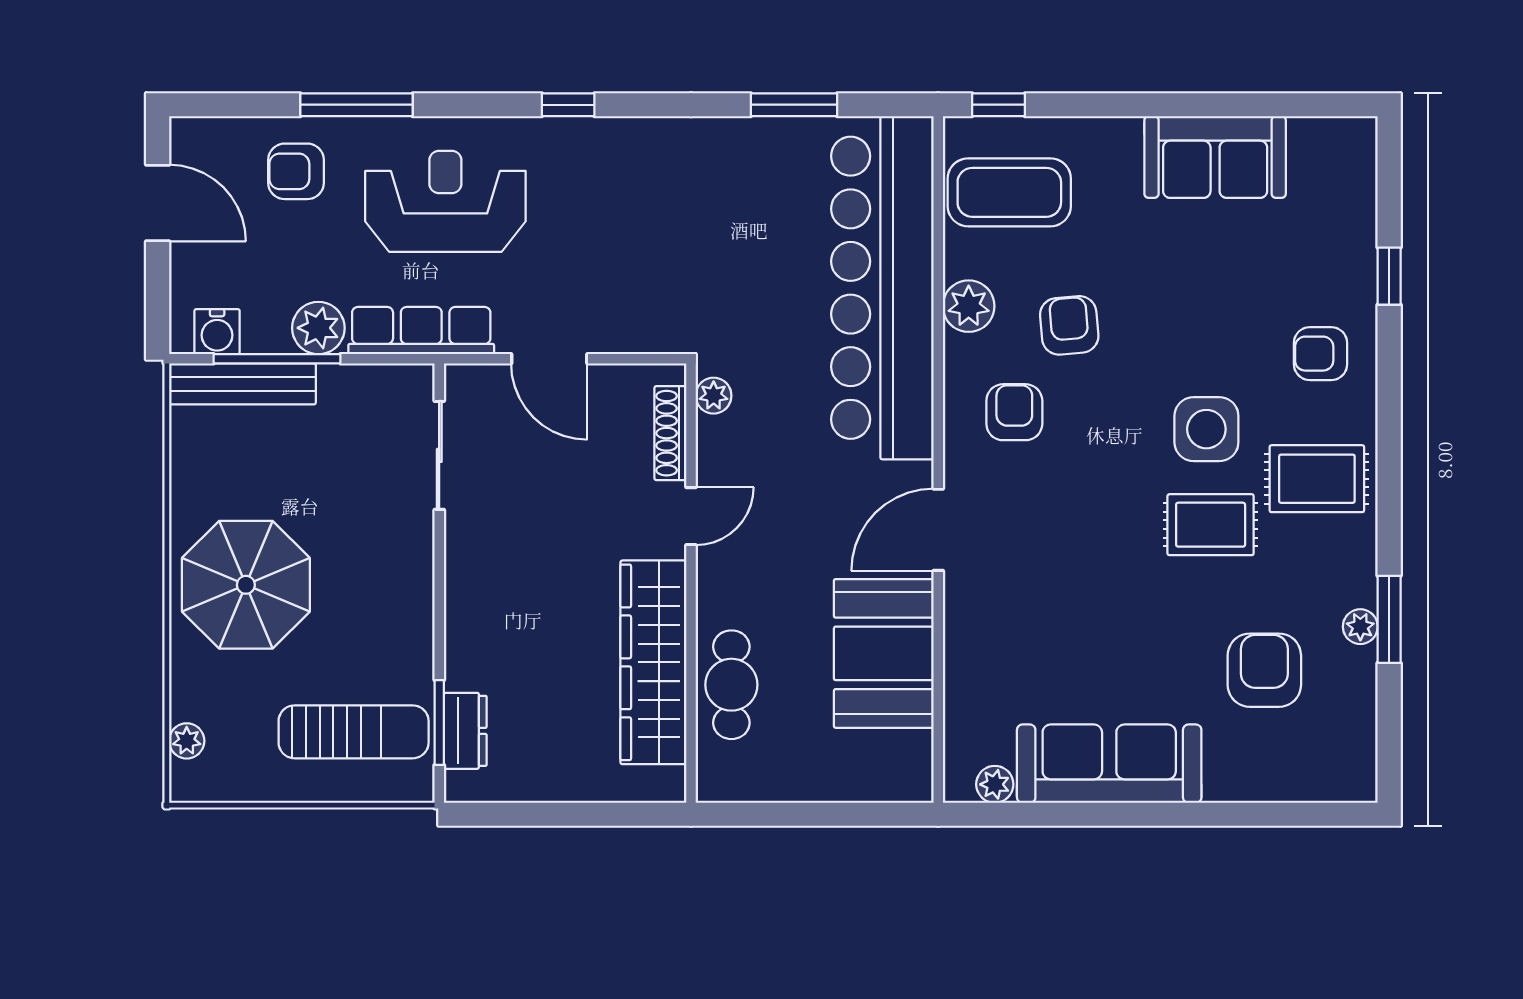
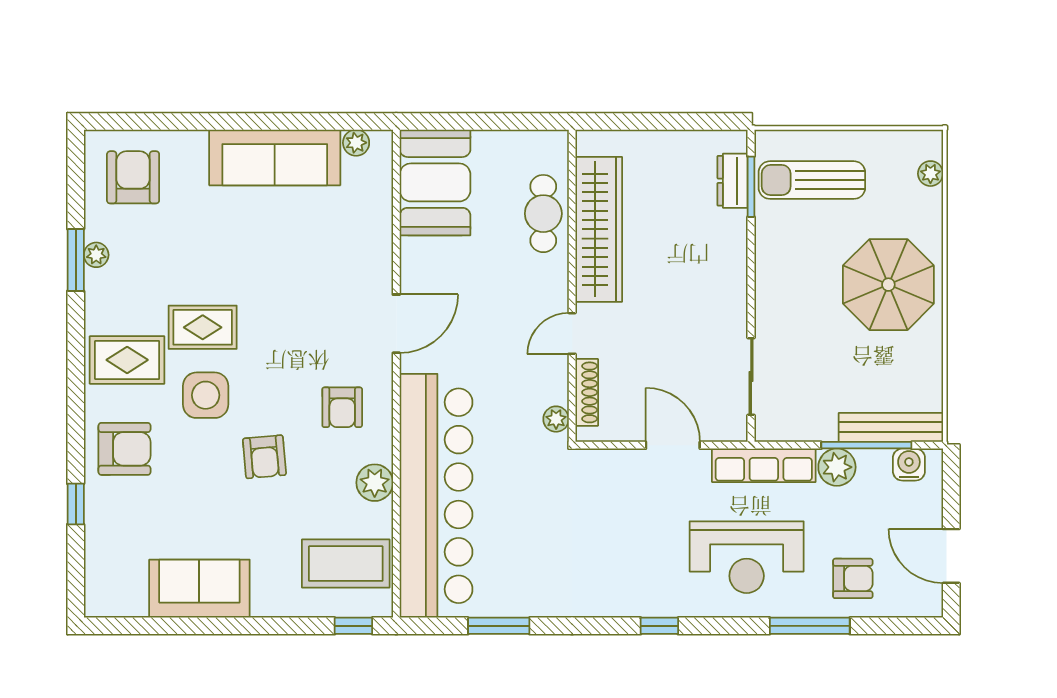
armchair: (1069, 325) -> (264, 457), moved
armchair: (1321, 354) -> (124, 449), width x1.38, depth x1.38
booth: (884, 653) -> (435, 182), moved
armchair: (1264, 670) -> (133, 177), moved, turned 180

